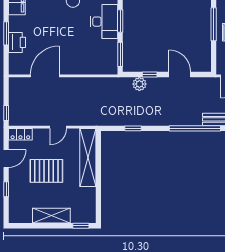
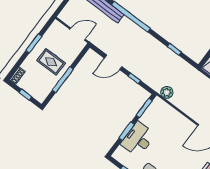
door: (180, 75) -> (113, 62), hinge flipped
plant: (139, 84) -> (167, 92), moved

